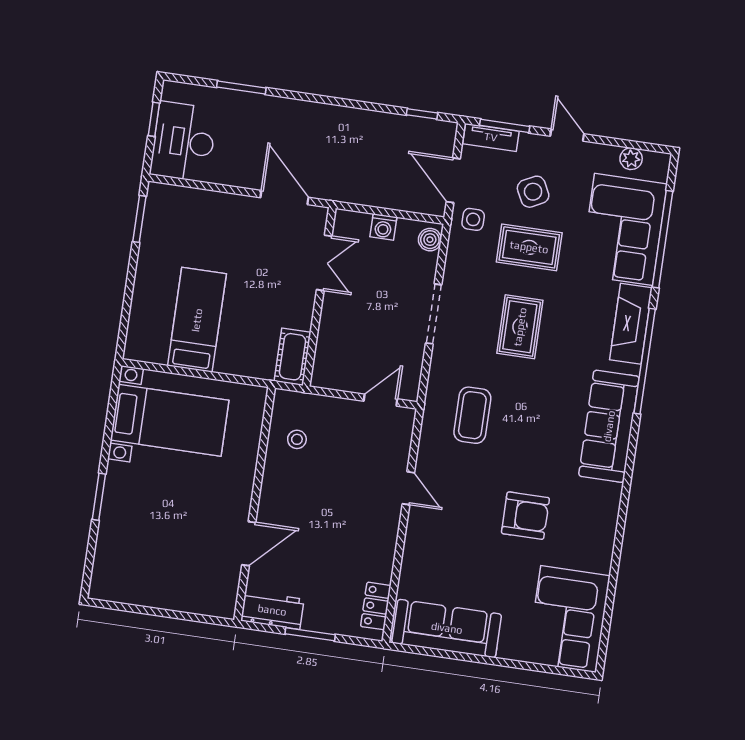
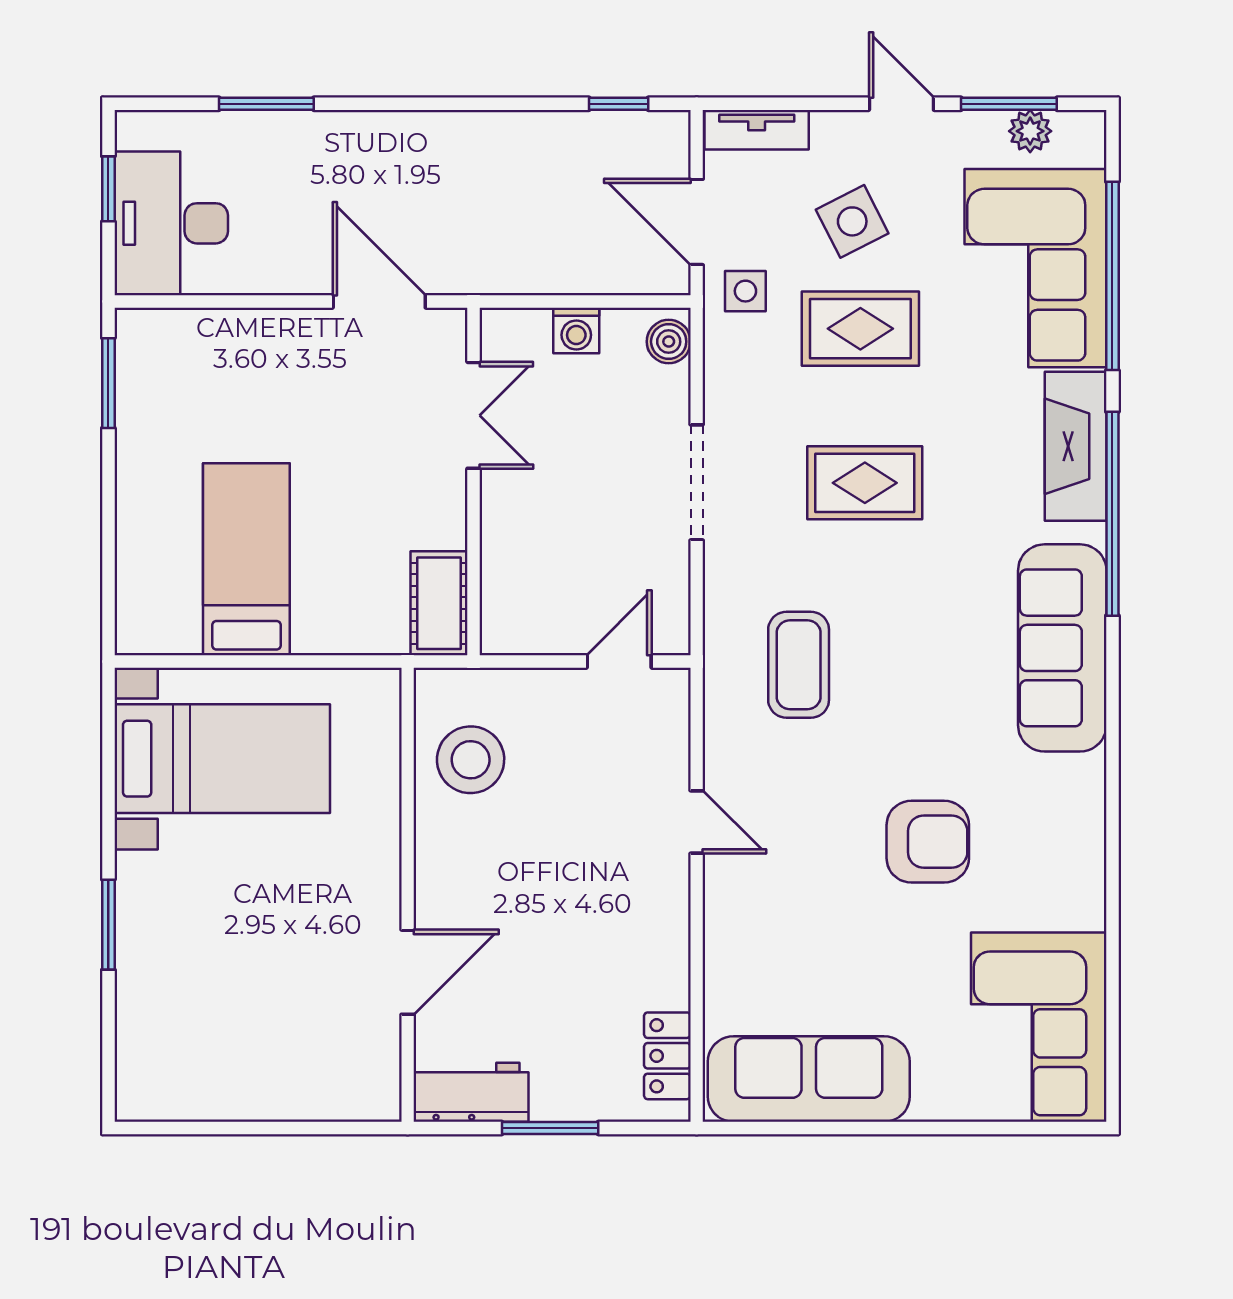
window: (505, 126) -> (1009, 104), moved
rug: (520, 327) -> (865, 483), turned 90
stool: (297, 439) -> (471, 760), width x1.89, depth x1.89

